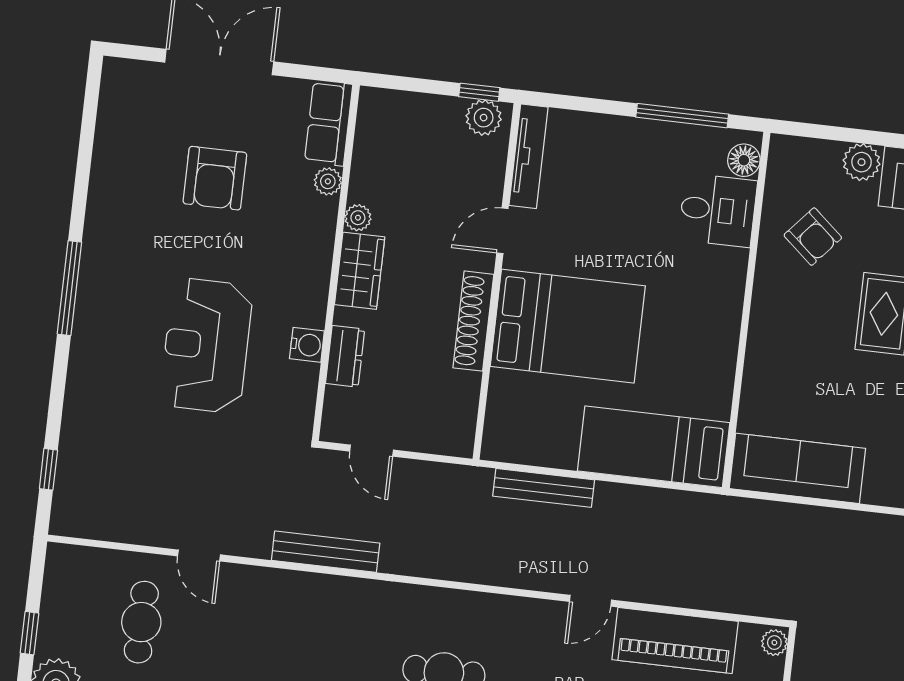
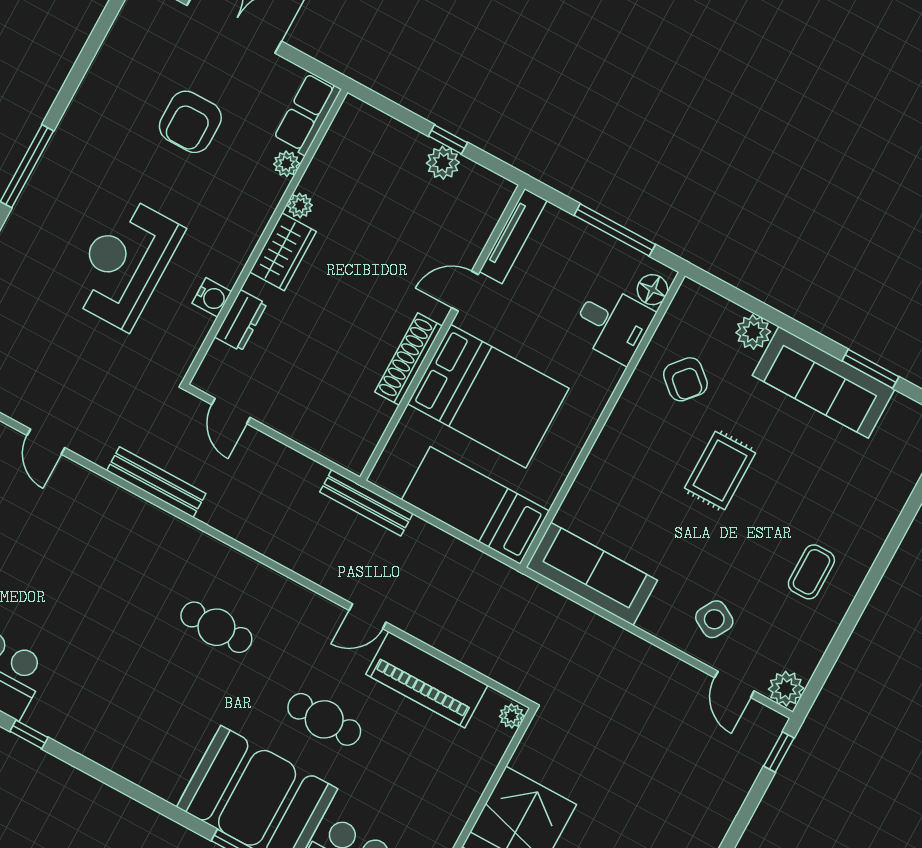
tv unit: (528, 156) -> (513, 236), moved
door: (502, 231) -> (465, 291), moved
wall: (497, 281) -> (442, 333), moved
shoe rack: (473, 321) -> (409, 359), moved
bed: (568, 326) -> (488, 396), moved

